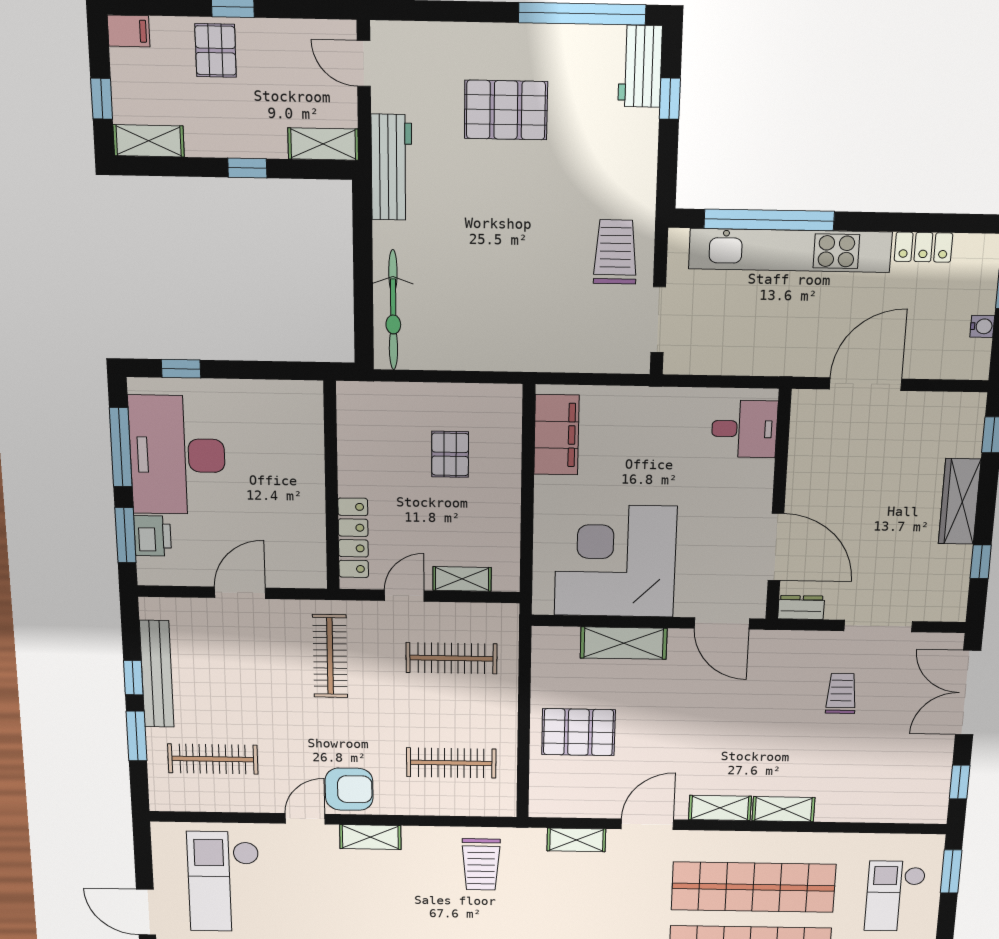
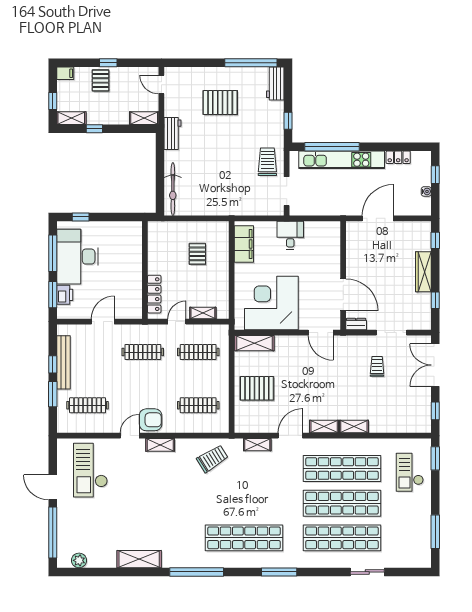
window: (670, 99) -> (288, 121), moved
workbench: (392, 167) -> (173, 134), width x0.73
window: (247, 168) -> (94, 129), moved
desk: (744, 429) -> (290, 235), moved, turned -90
shelving: (624, 643) -> (254, 343), moved
clothes rail: (330, 656) -> (143, 352), turned 90
trolley: (481, 864) -> (212, 459), turned -122

